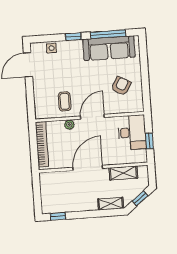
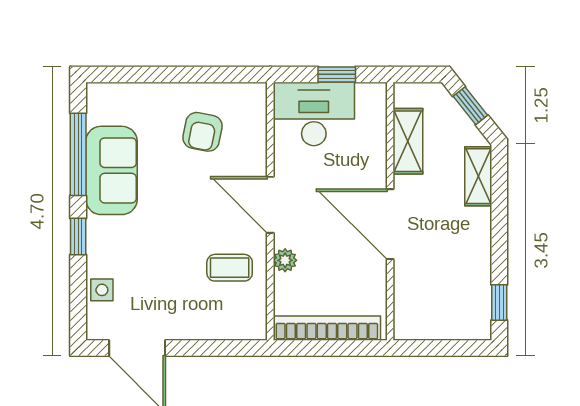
sofa: (109, 48) -> (111, 170), width x0.73
armchair: (121, 86) -> (203, 132), turned -108

